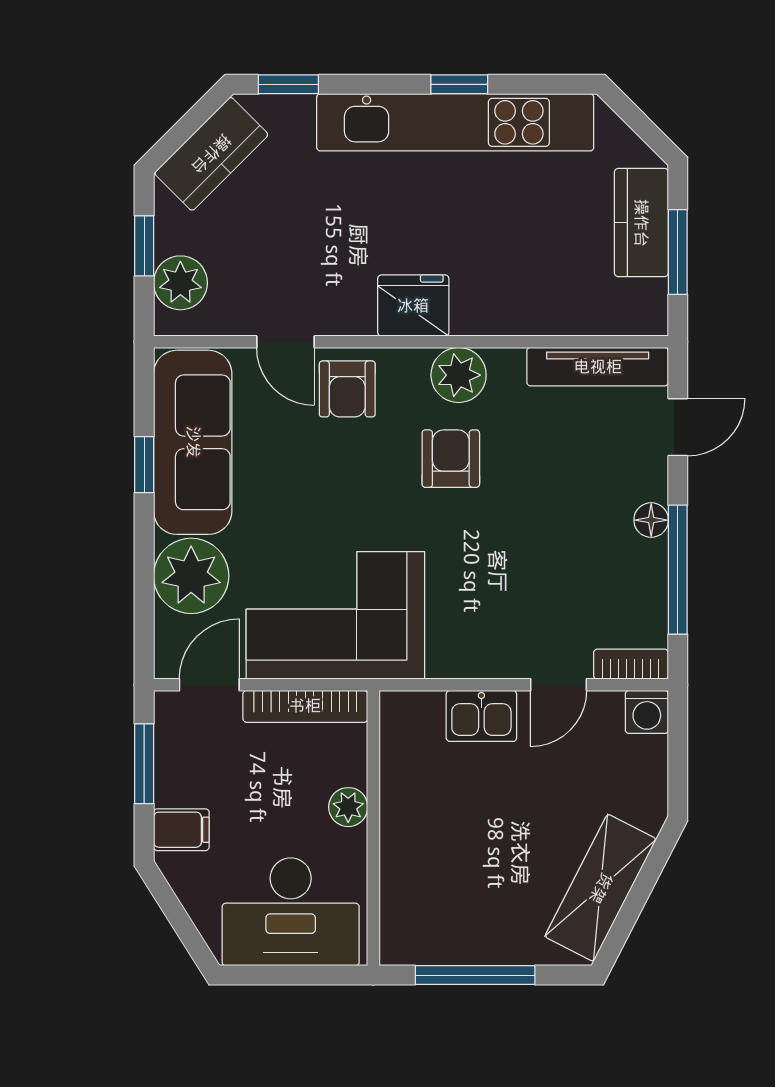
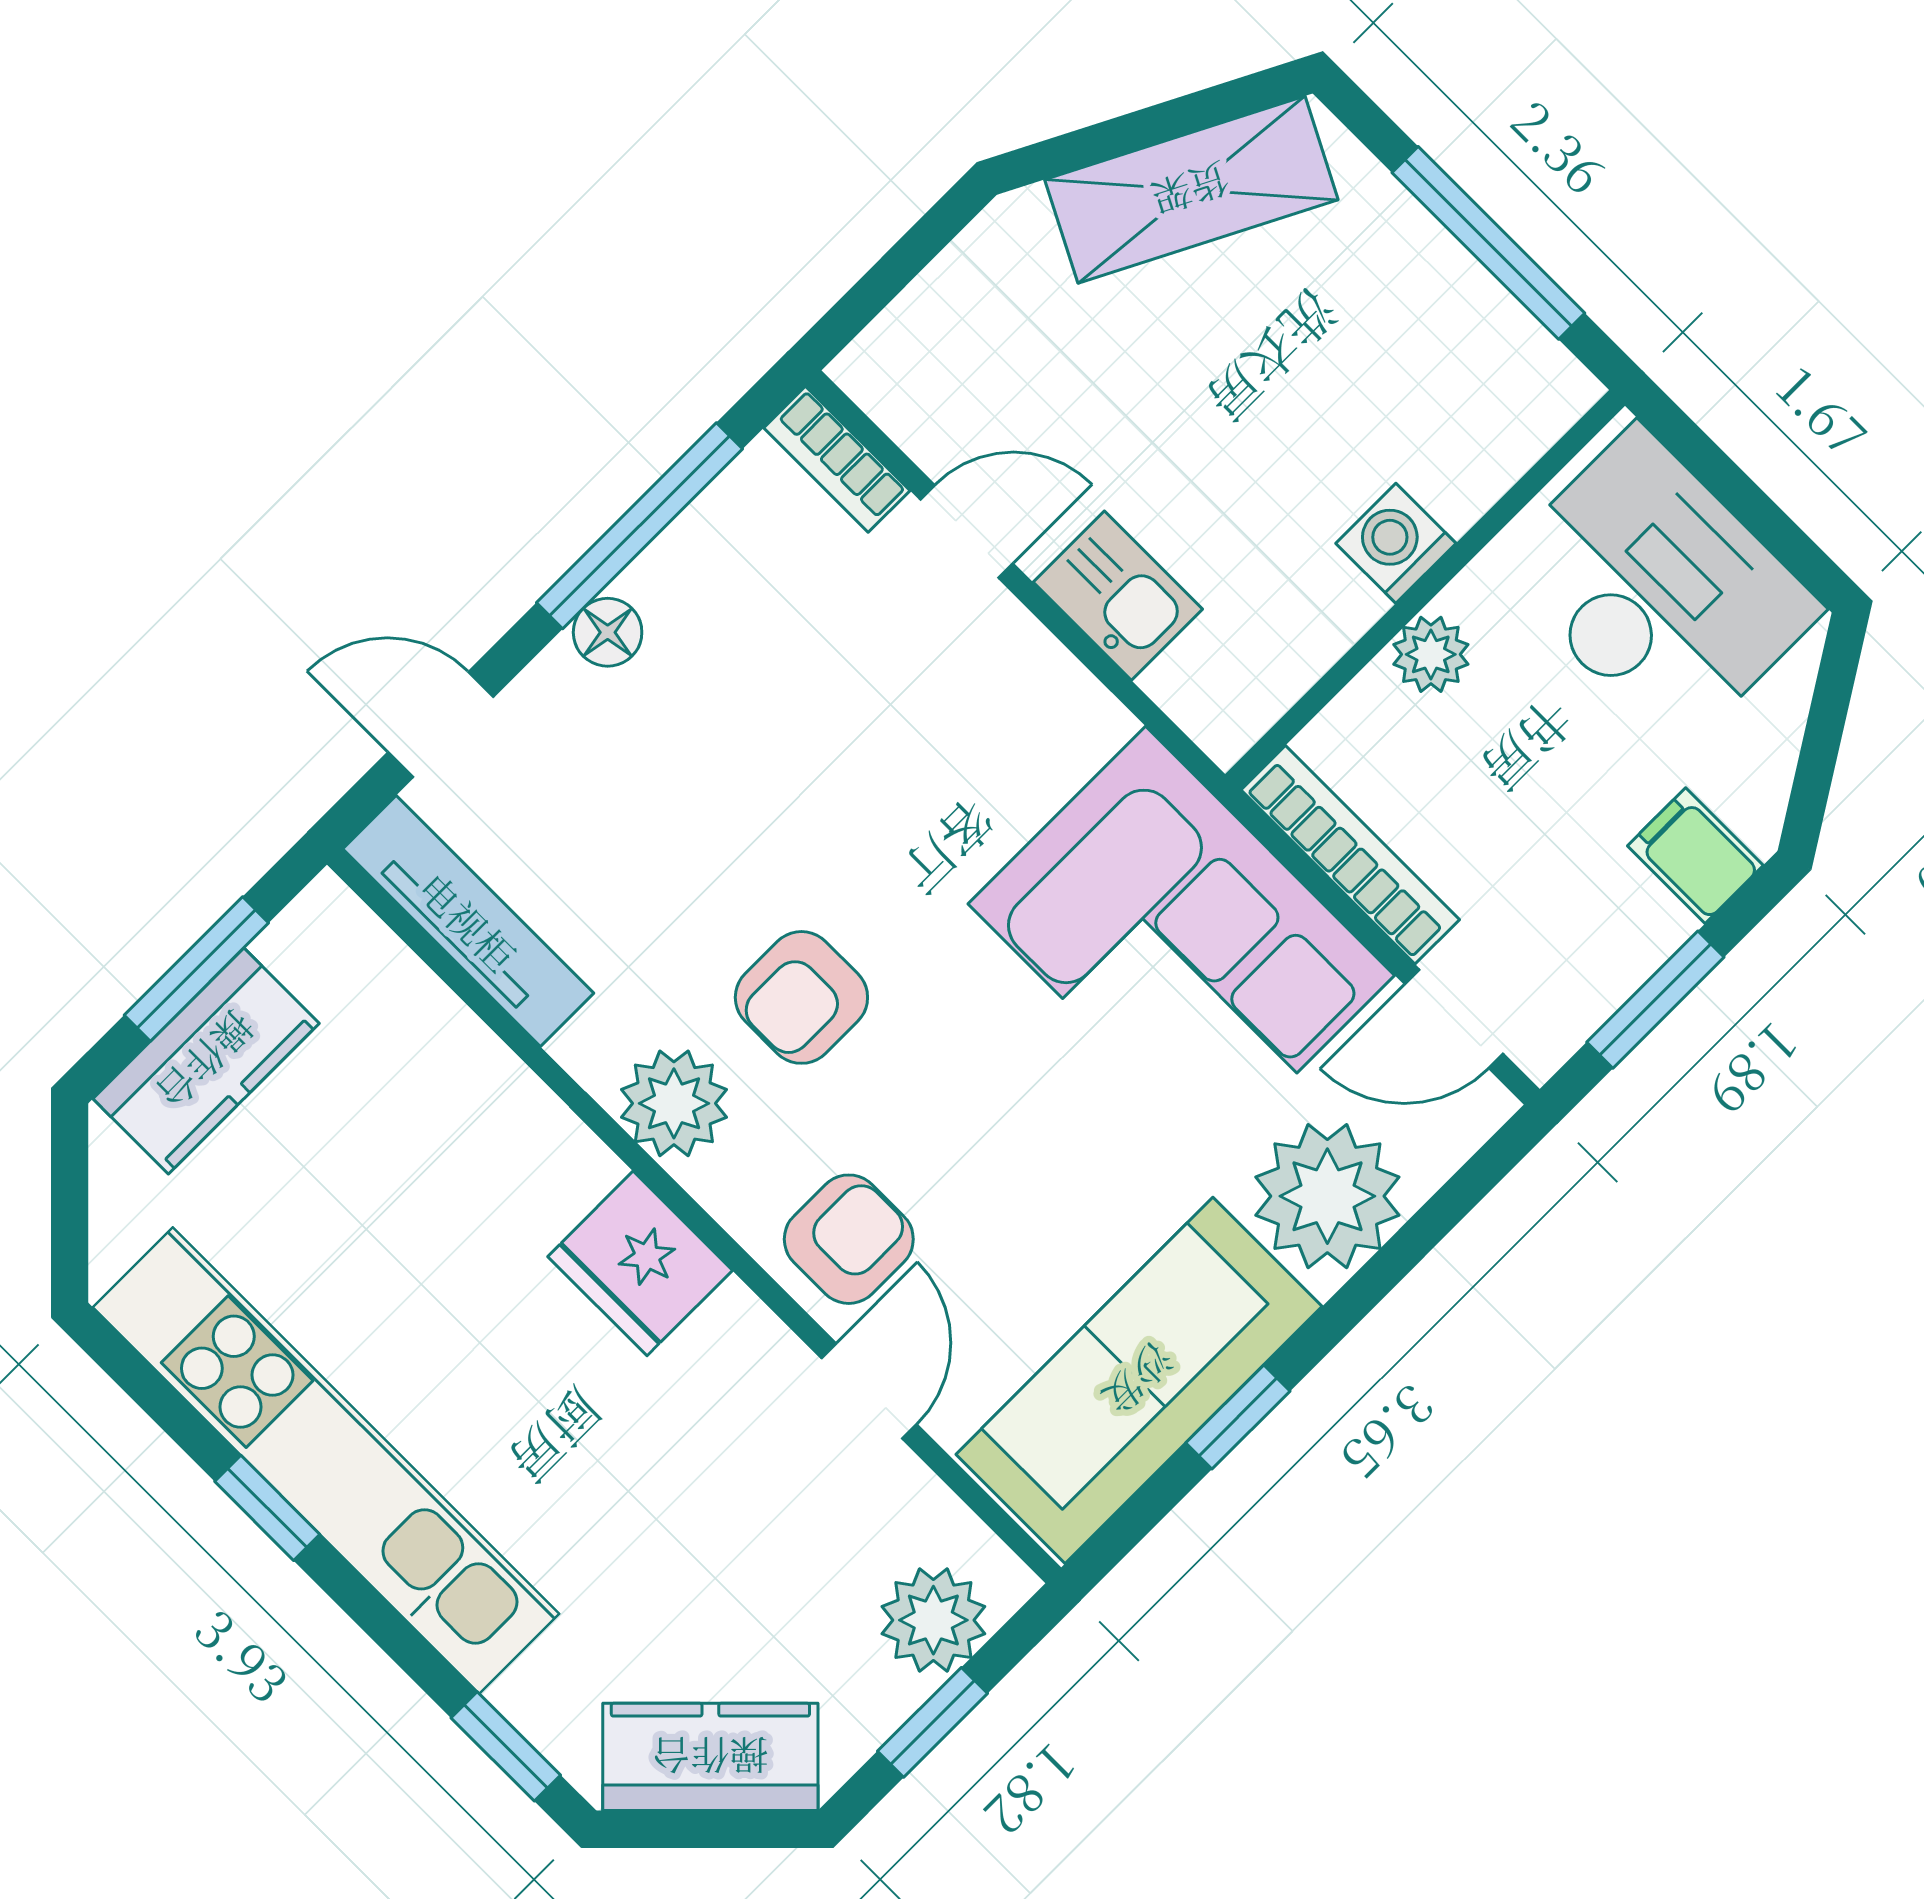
washing machine: (647, 712) -> (1396, 543), moved, turned -90

